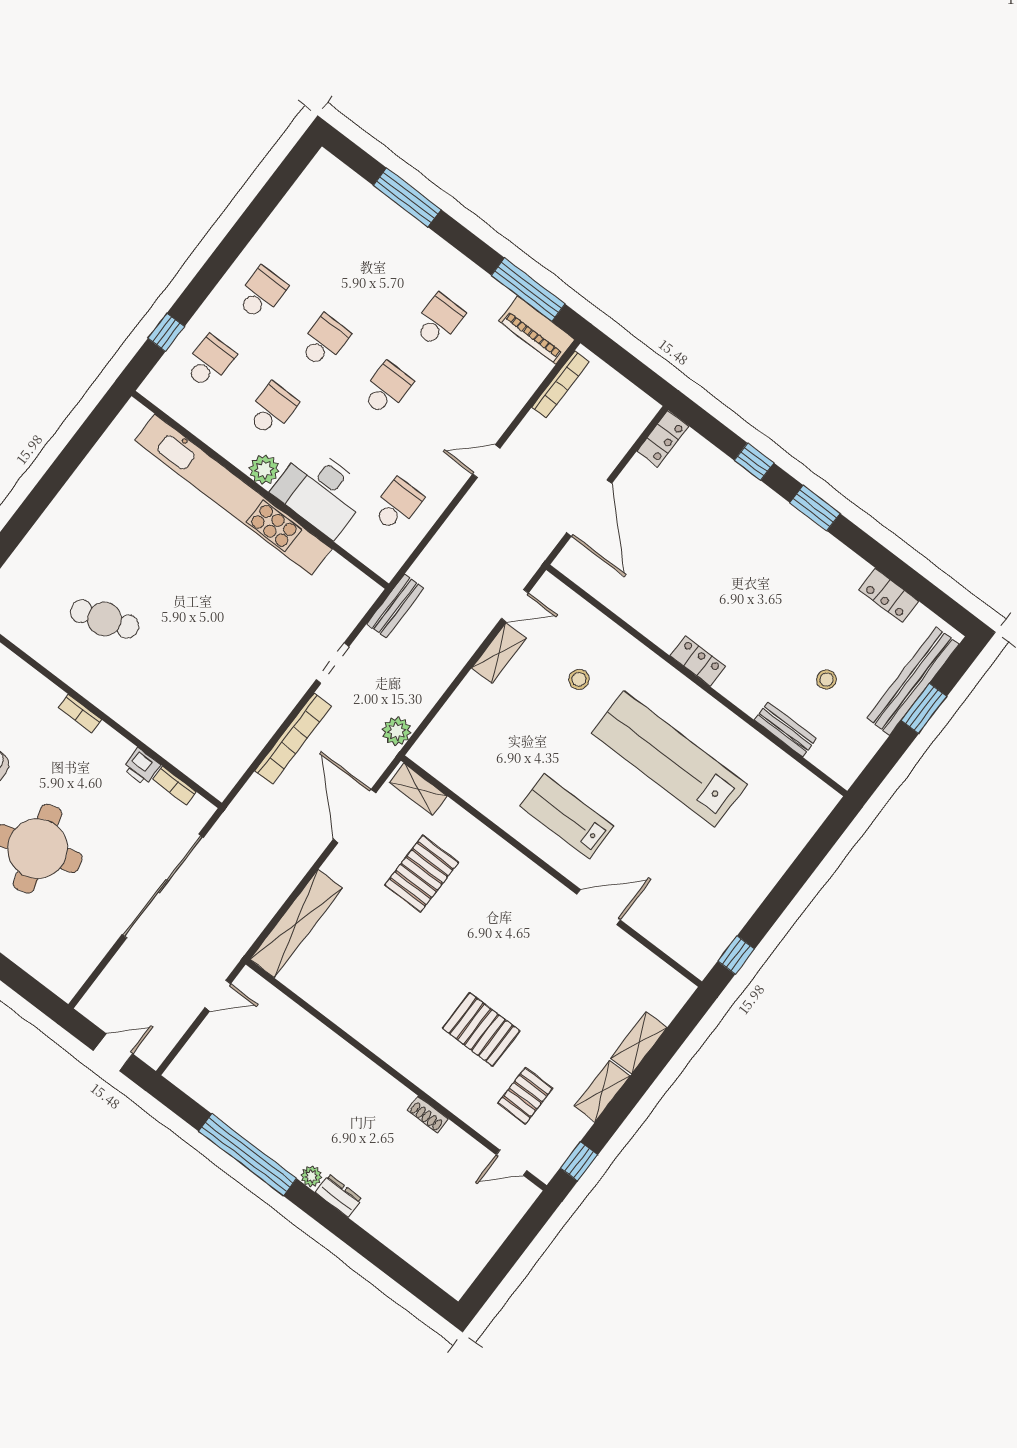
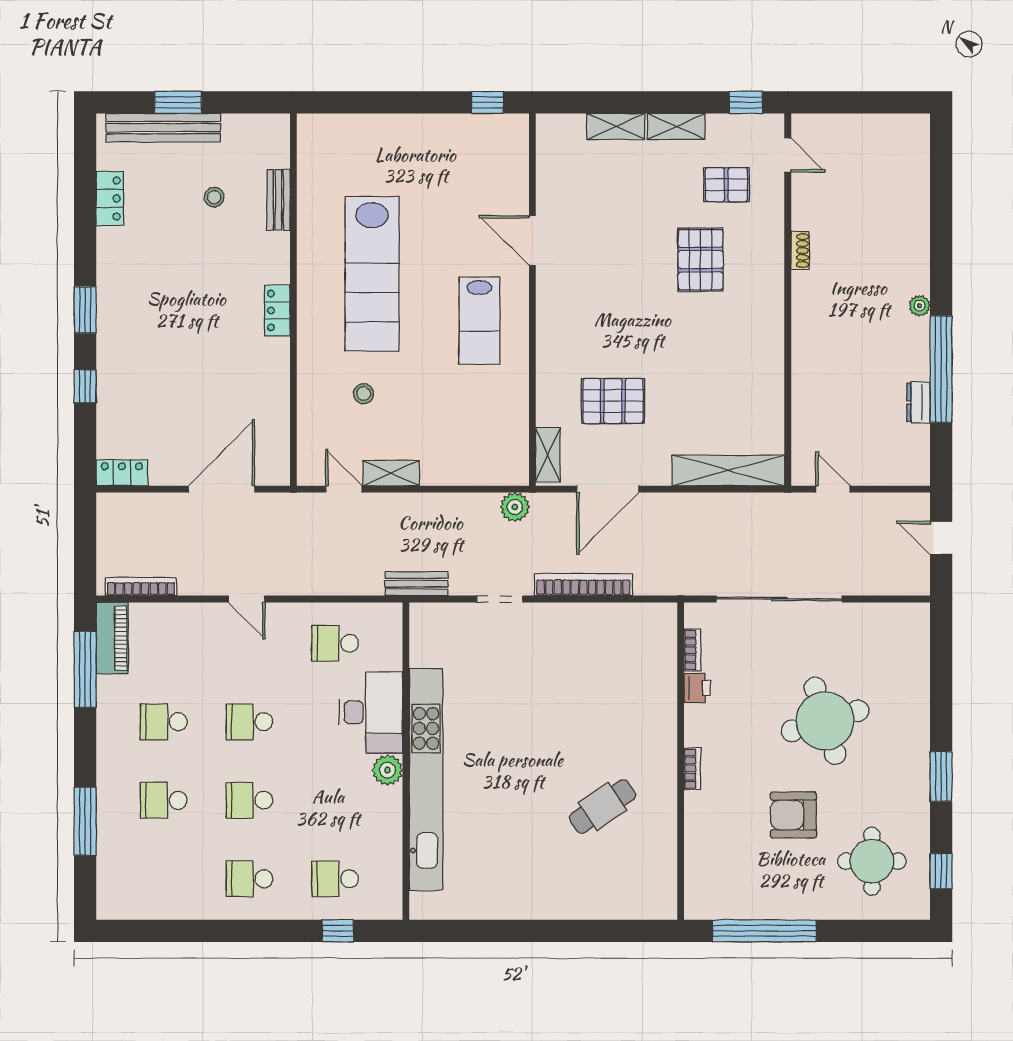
school desk: (272, 409) -> (164, 800), moved
cafe table: (104, 619) -> (602, 806), turned 75
dresser: (339, 1196) -> (918, 402), moved

